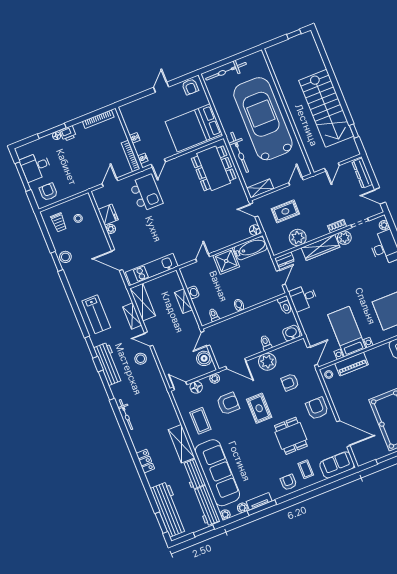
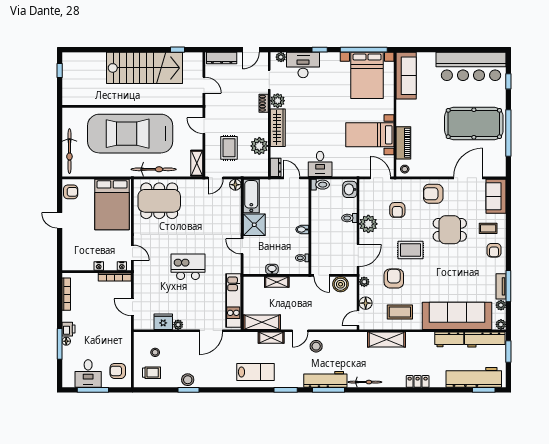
kitchen island: (146, 193) -> (188, 267), moved
workbench: (108, 364) -> (325, 379), moved
shelving: (181, 444) -> (387, 340), moved
armchair: (288, 482) -> (494, 250), turned -90

